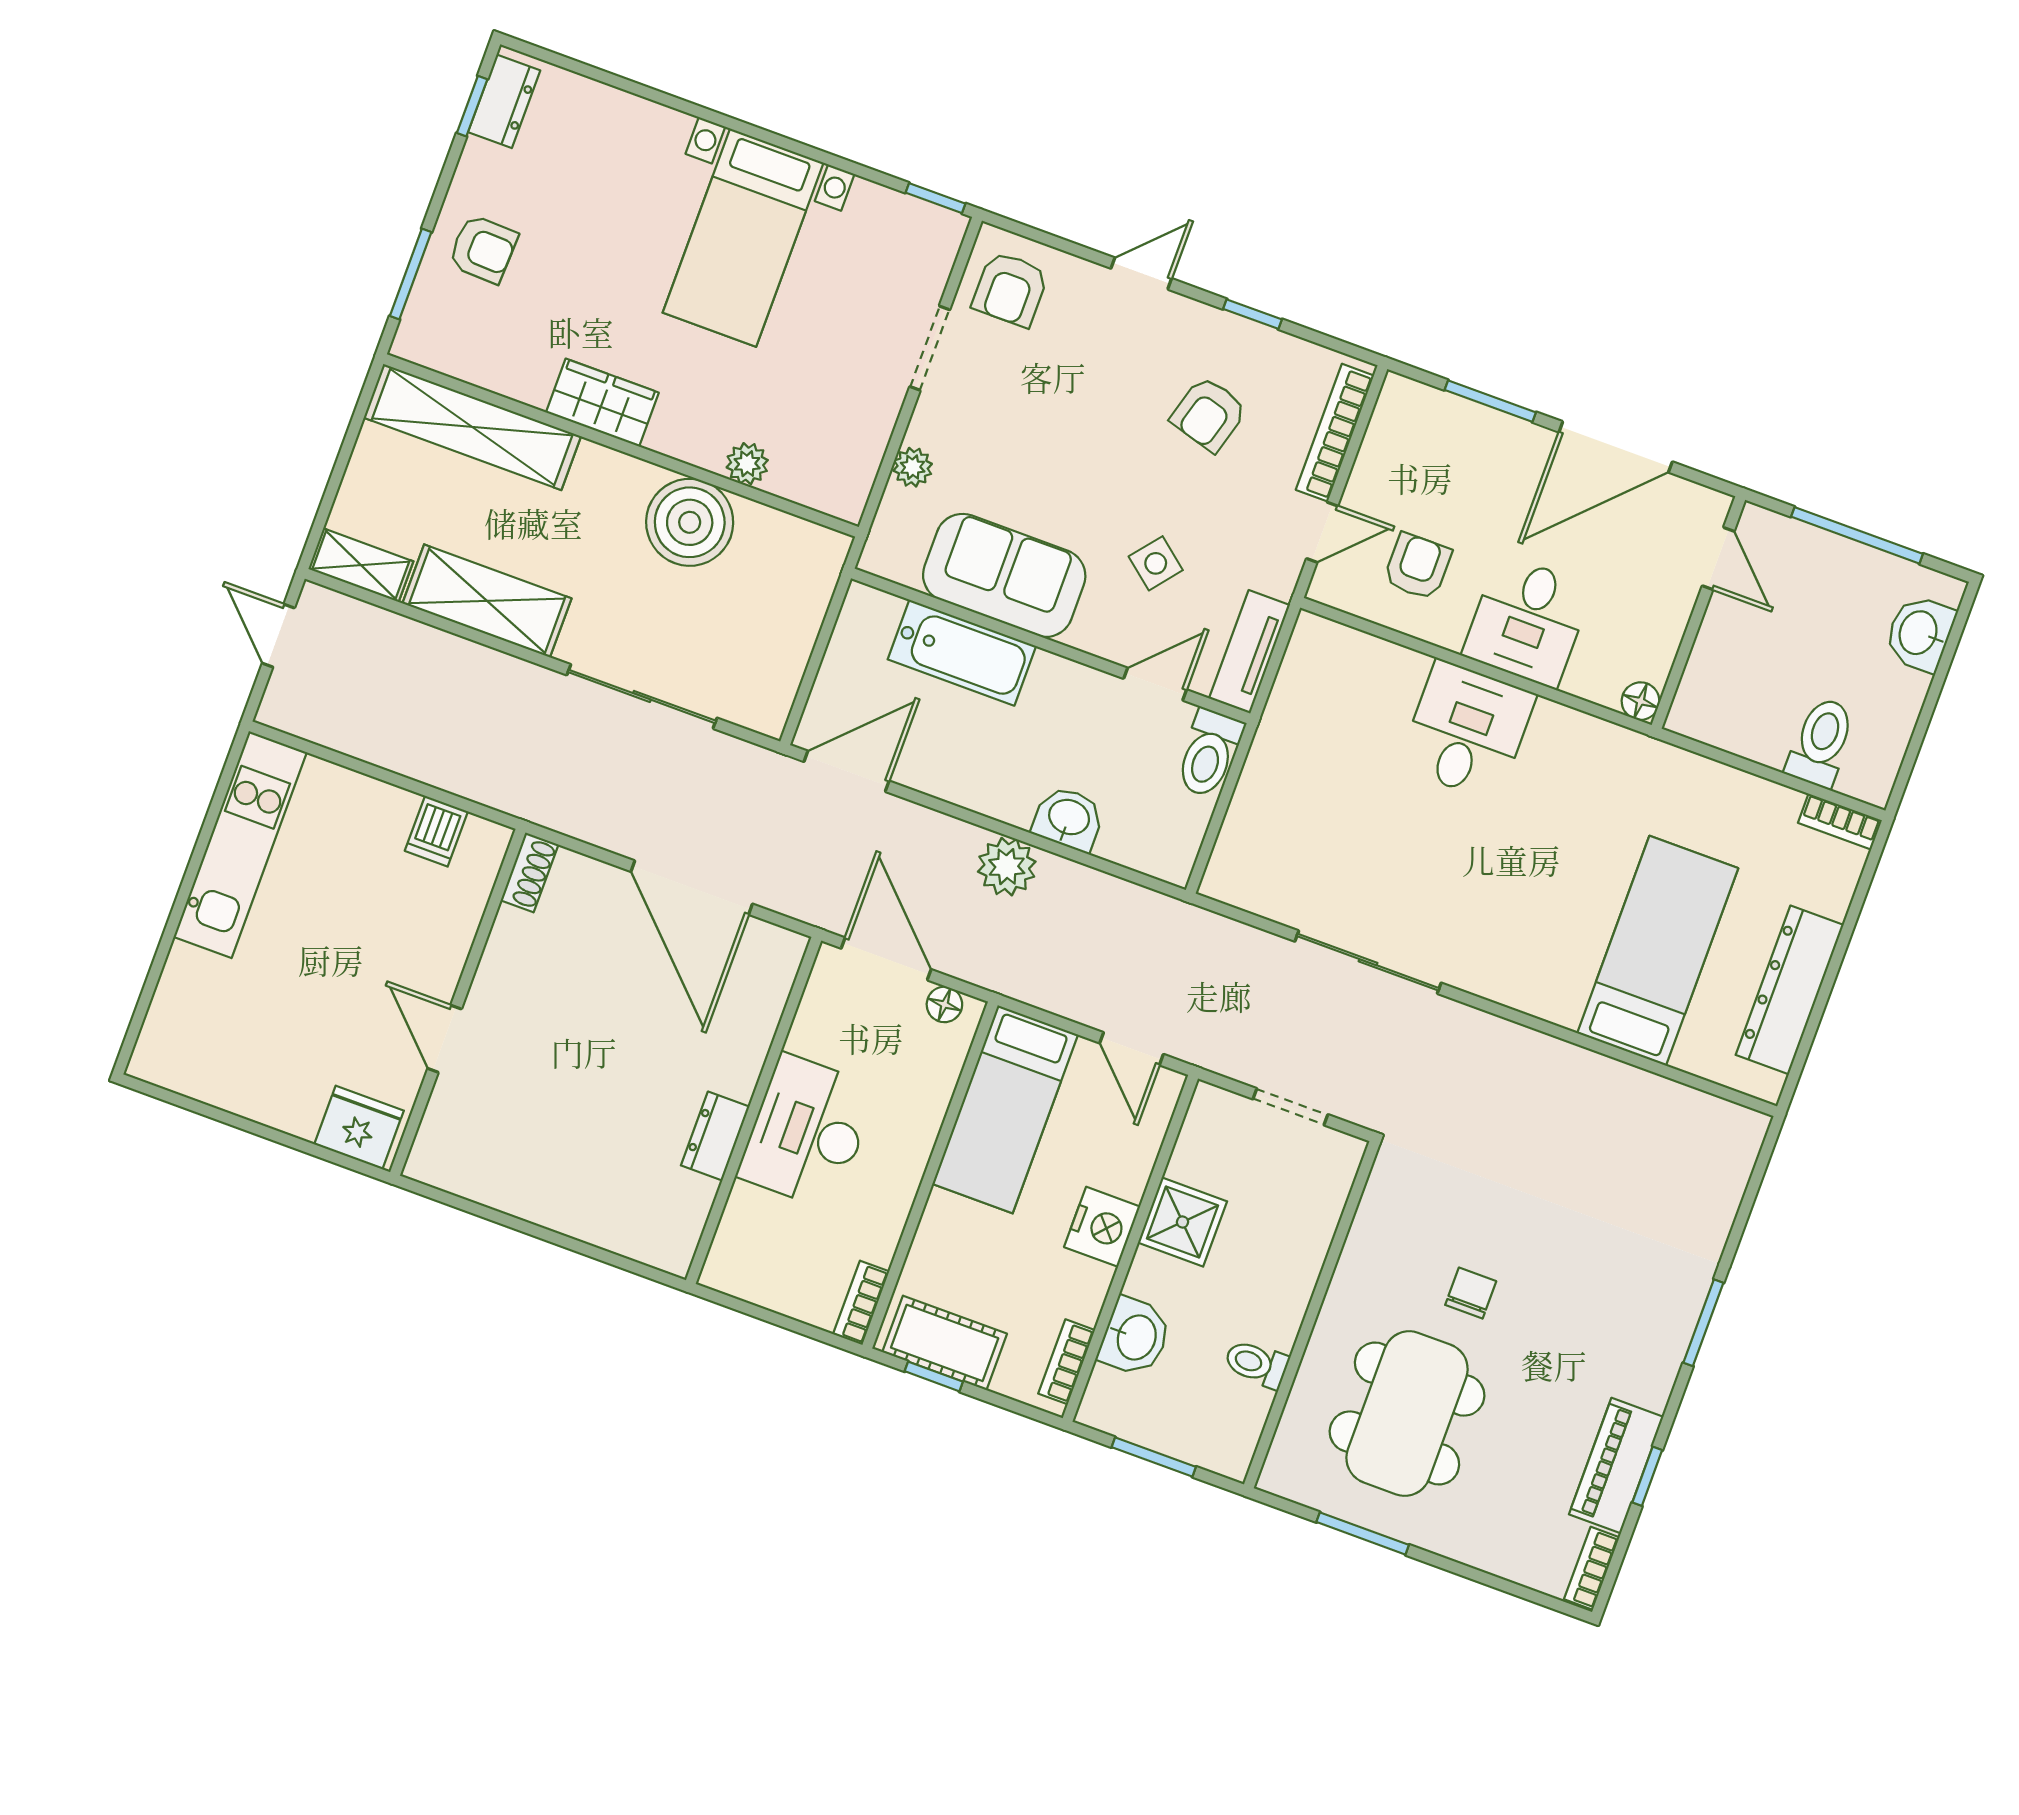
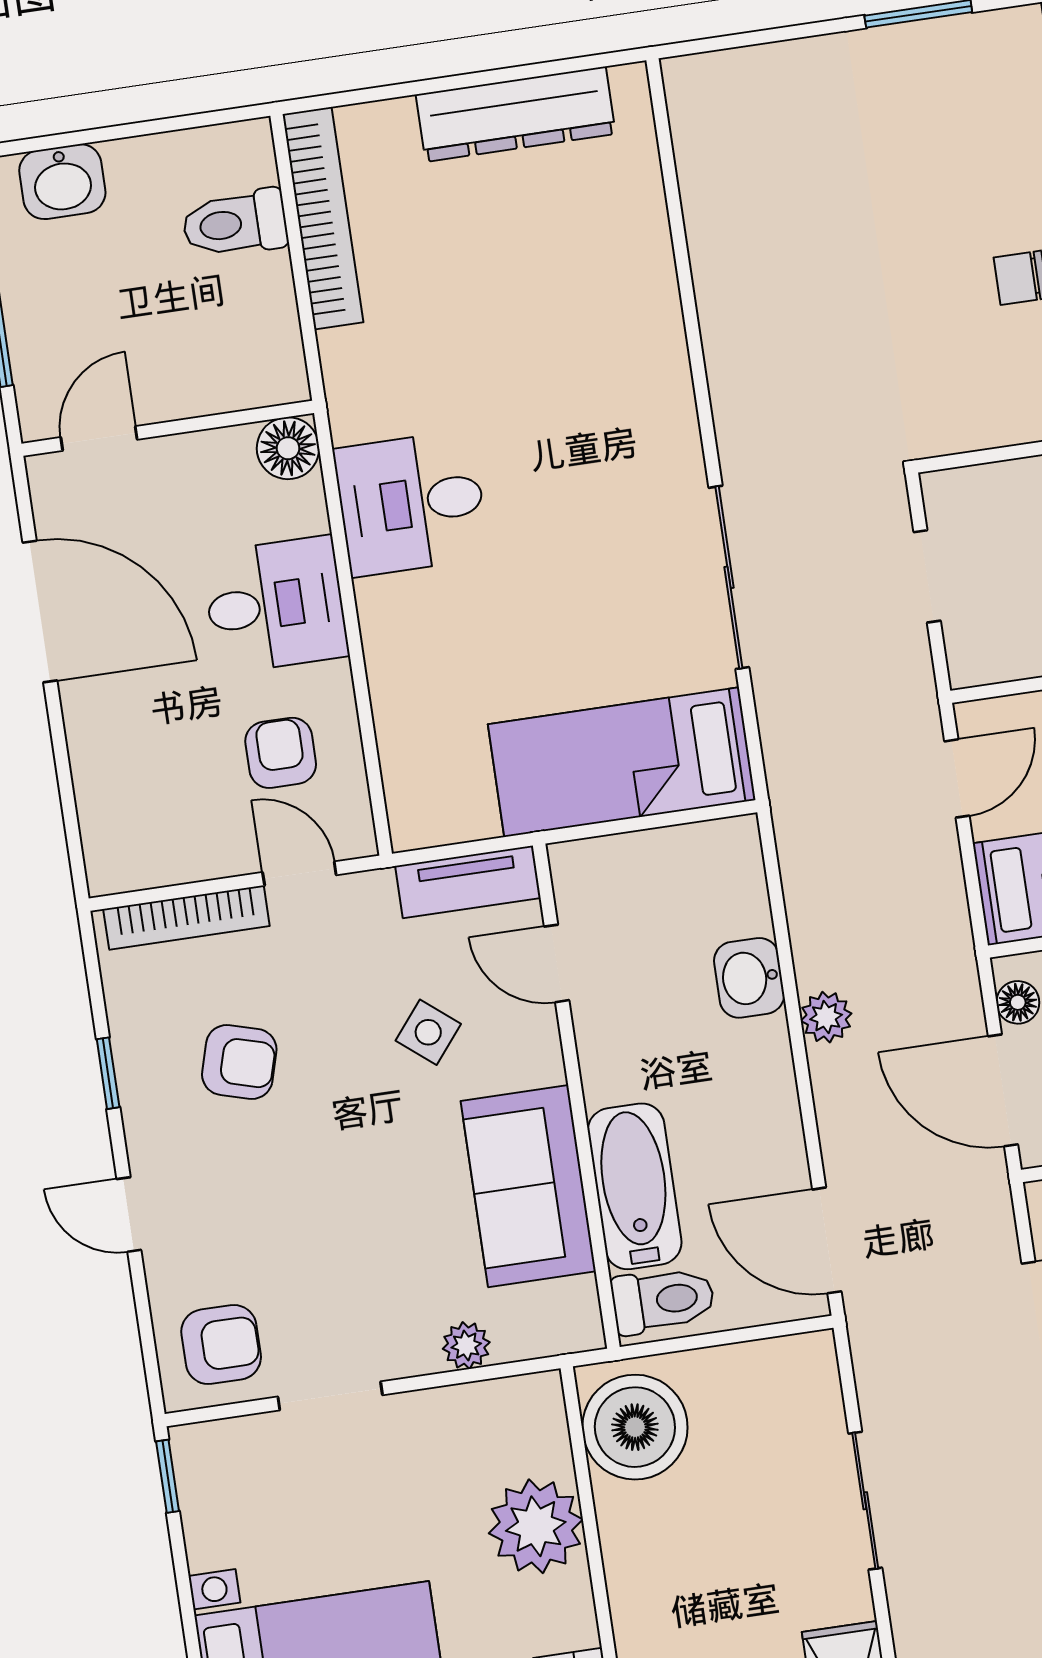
window: (1490, 401) -> (63, 771), removed
plant: (747, 464) -> (536, 1526), width x1.88, depth x1.88
boiler: (690, 522) -> (635, 1427), moved
armchair: (1417, 566) -> (281, 753), turned 90
sliding door: (642, 696) -> (865, 1501), width x0.73
floor lamp: (1641, 701) -> (288, 448), width x1.37, depth x1.37
desk: (1467, 731) -> (411, 503), moved
toilet: (1209, 753) -> (663, 1300), moved
bookcase: (1840, 822) -> (323, 218), width x2.31, depth x1.31
plant: (1007, 867) -> (826, 1017), width x0.73, depth x0.73
bed: (1658, 951) -> (622, 762), moved
door: (886, 959) -> (1003, 1090), hinge flipped

